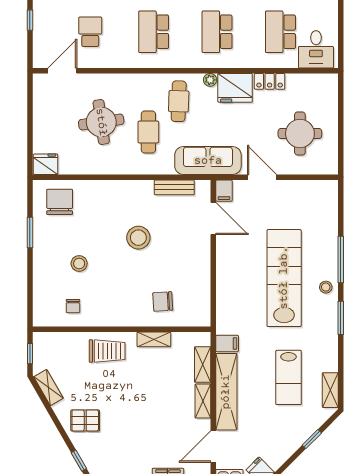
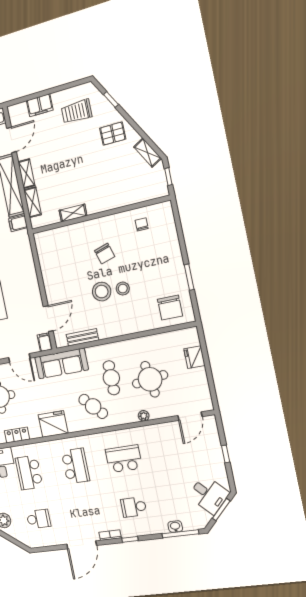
school desk: (90, 32) -> (174, 452), removed
school desk: (154, 32) -> (124, 459), turned -90
school desk: (280, 32) -> (29, 473), turned 180
plant: (210, 80) -> (144, 416), moved
locker: (270, 81) -> (17, 435), moved
cafe table: (179, 101) -> (93, 406), turned -46
fridge: (46, 164) -> (194, 357), moved, turned 90
door: (213, 219) -> (48, 319), swing flipped
stool: (79, 263) -> (123, 289), moved
chair: (163, 301) -> (105, 254), moved, turned 77
trolley: (107, 351) -> (77, 112), moved

